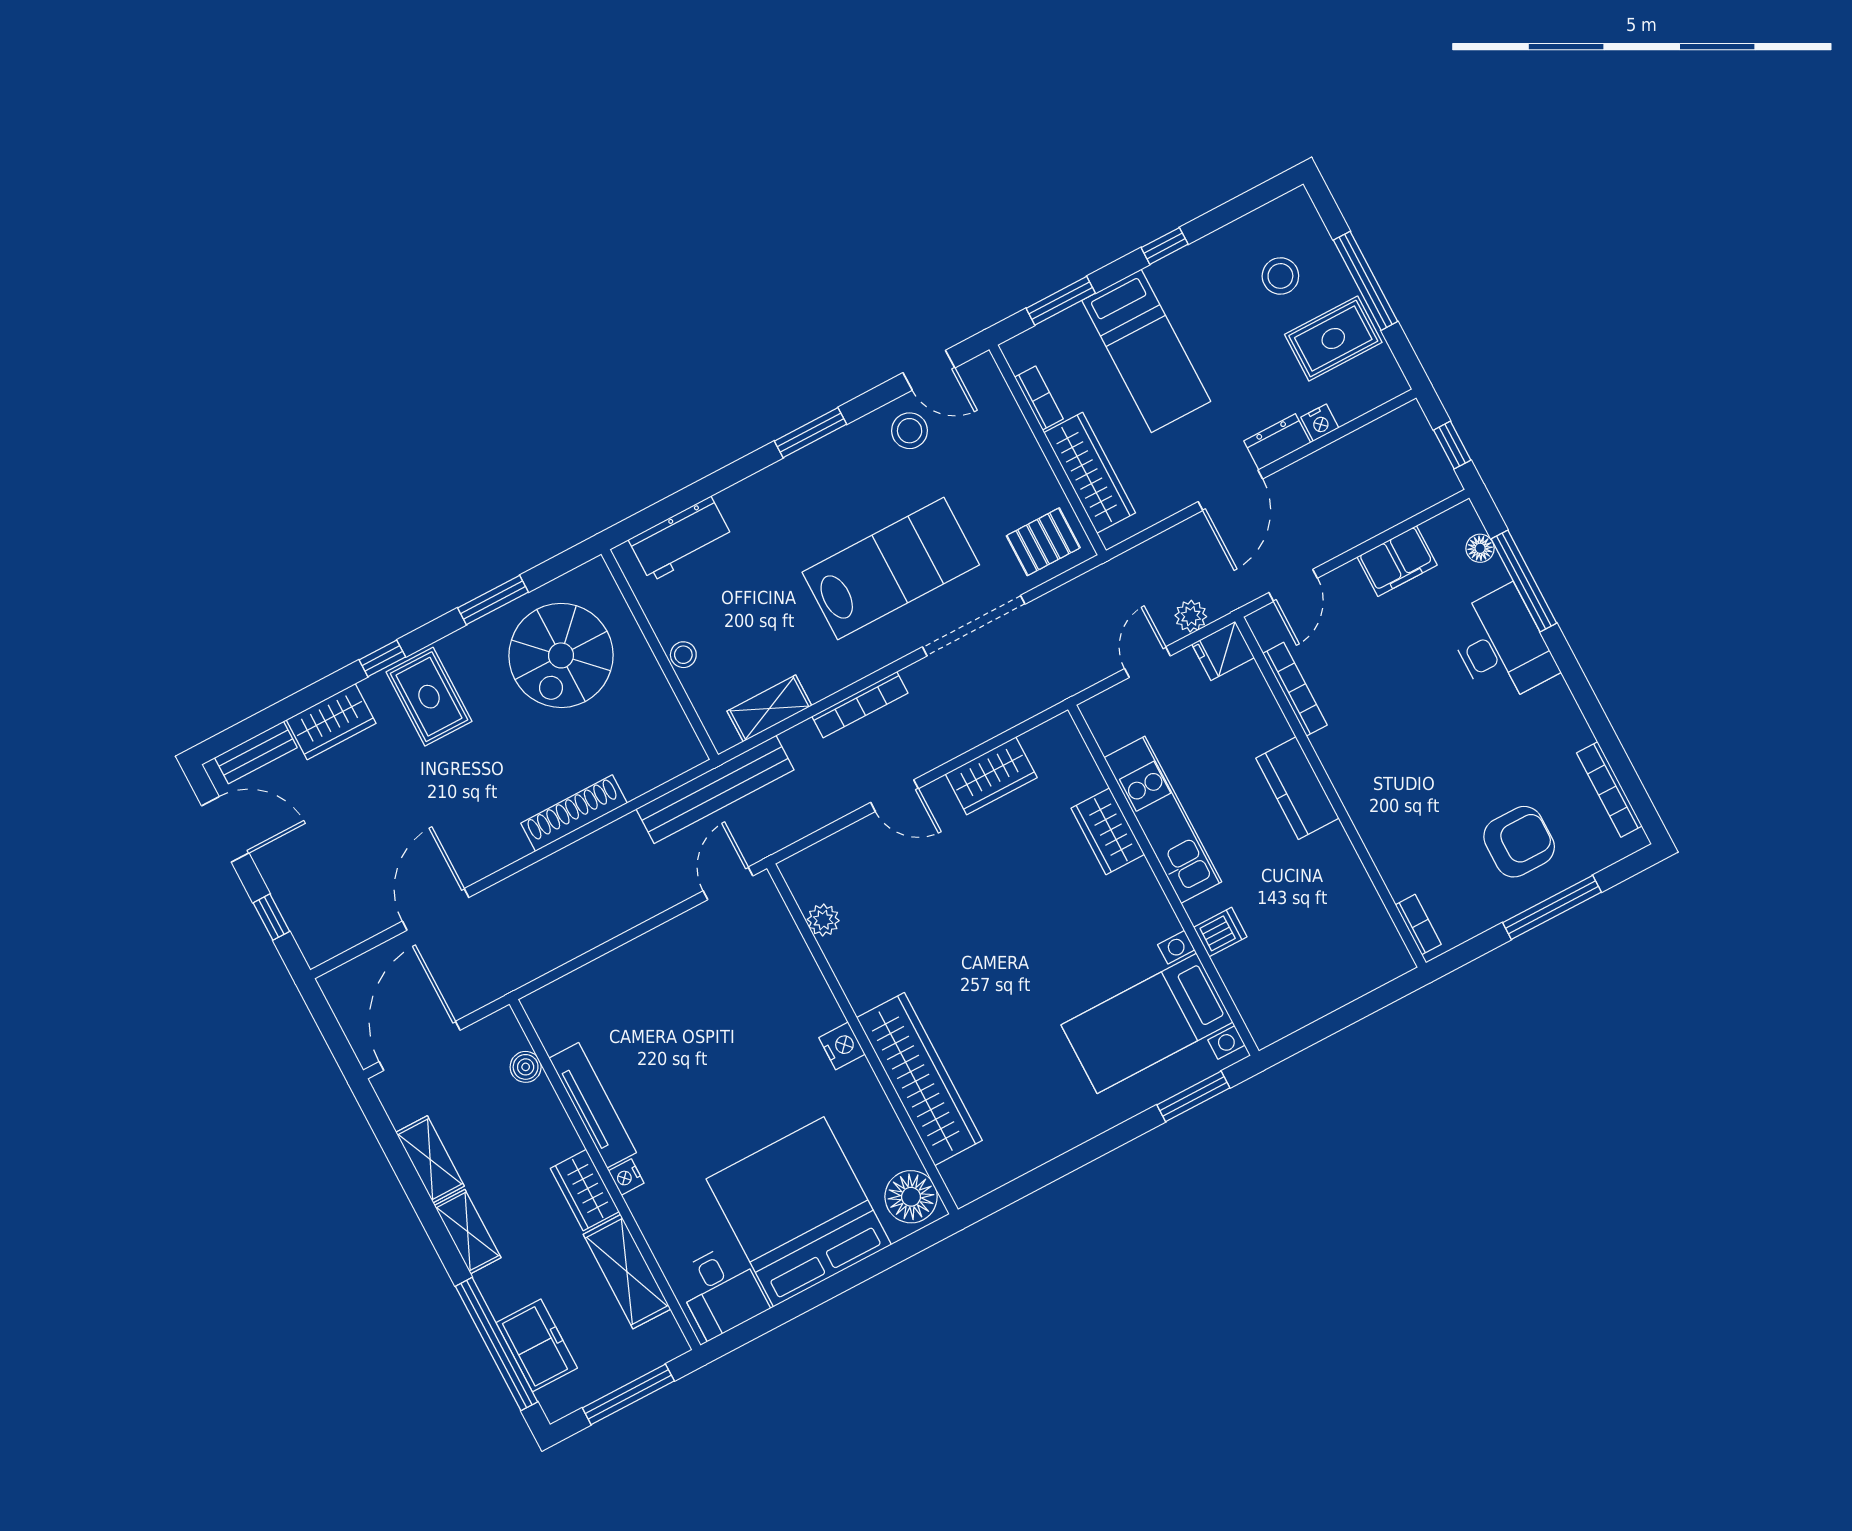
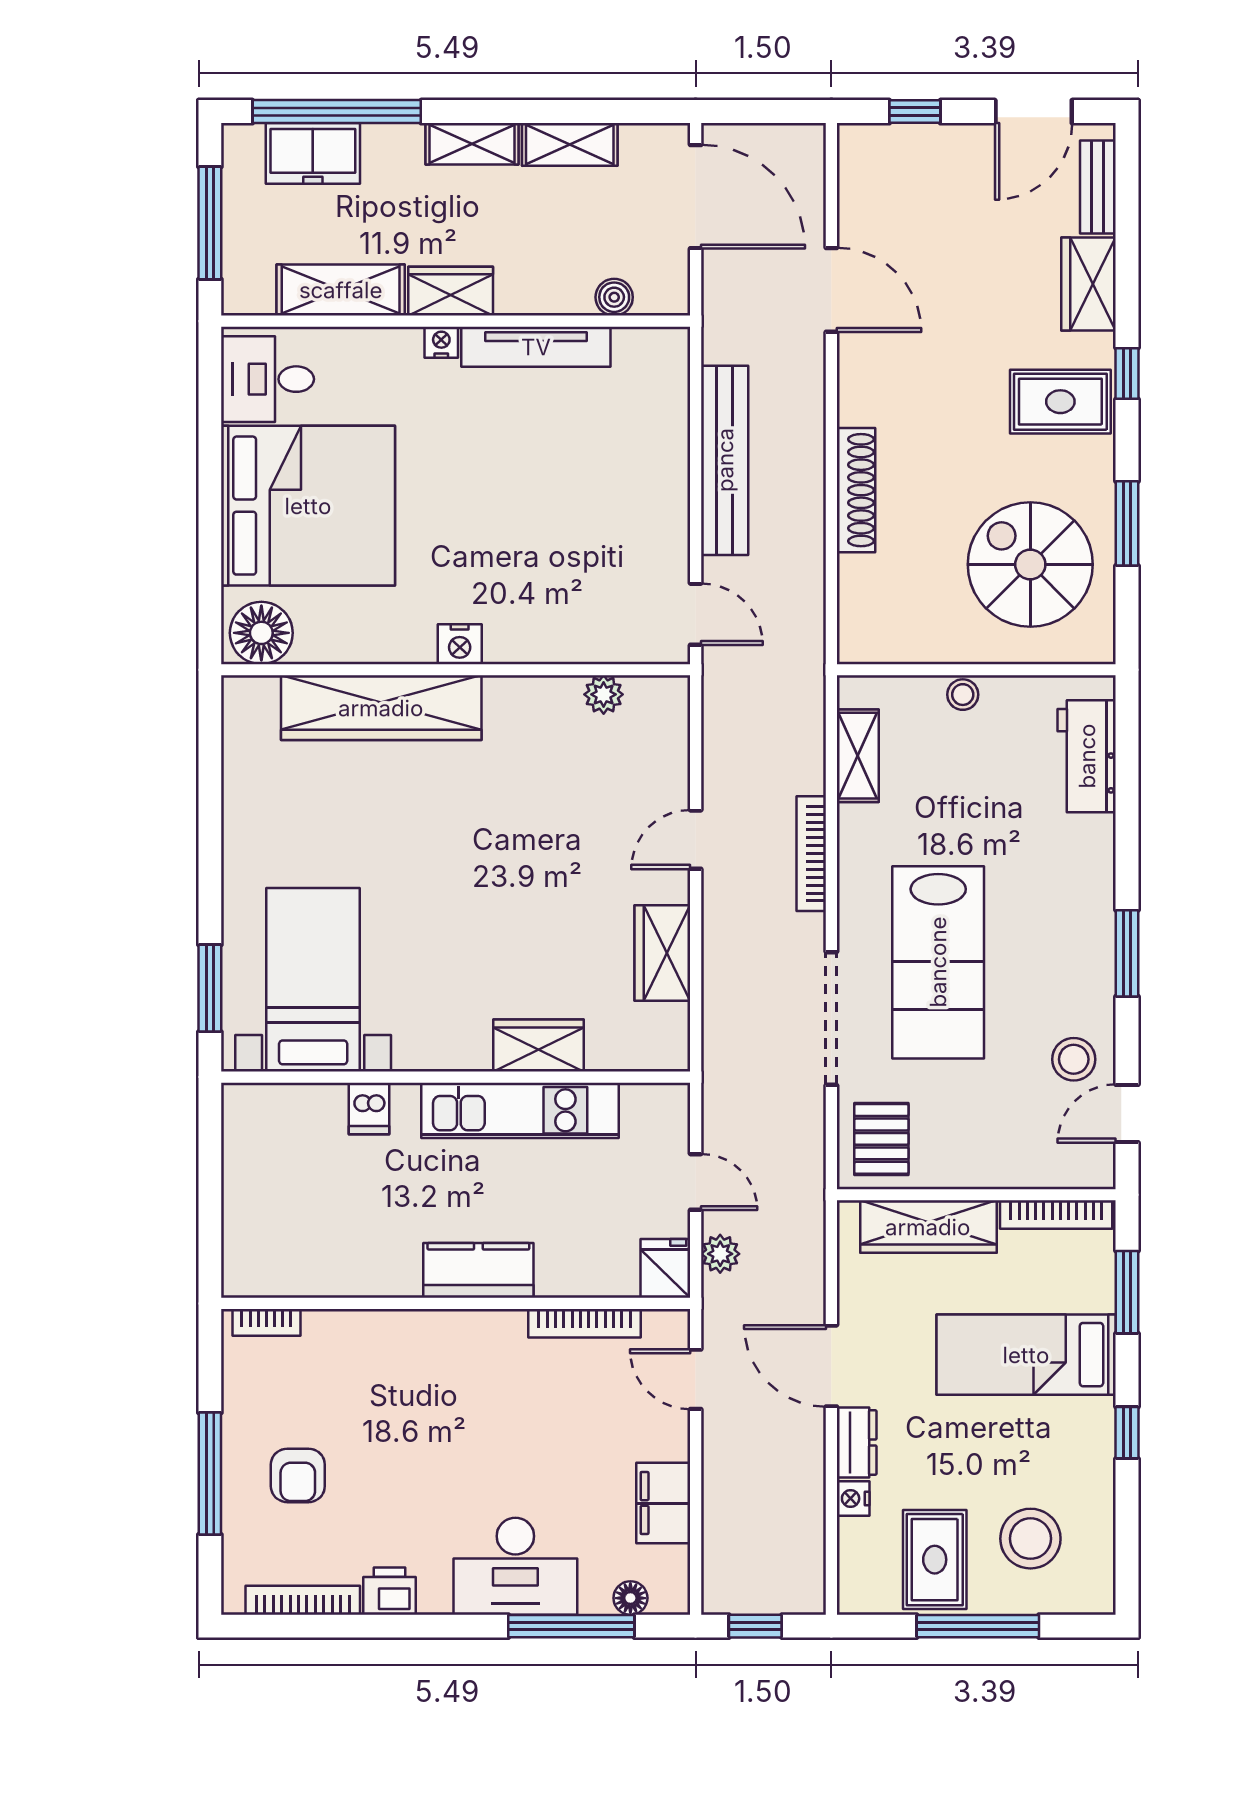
stool: (1280, 276) -> (1030, 1539), width x1.38, depth x1.38
bookcase: (1039, 398) -> (1056, 1215), width x1.56
printer: (1569, 729) -> (390, 1591), added
bench: (715, 789) -> (725, 460), moved
armchair: (1519, 842) -> (298, 1475), width x0.72, depth x0.72

